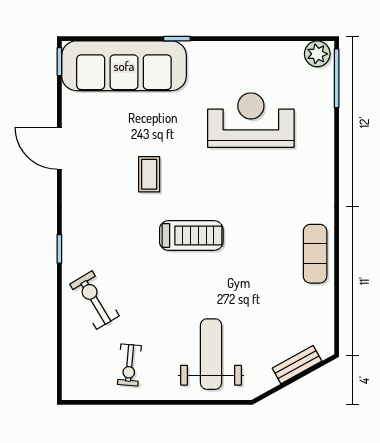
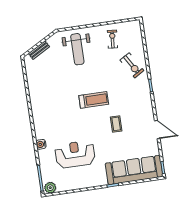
reception desk: (251, 120) -> (75, 154), turned 180
water cooler: (324, 154) -> (41, 144), added
treadmill: (191, 235) -> (94, 100), turned 180
exercise mat: (315, 254) -> (38, 100), removed

